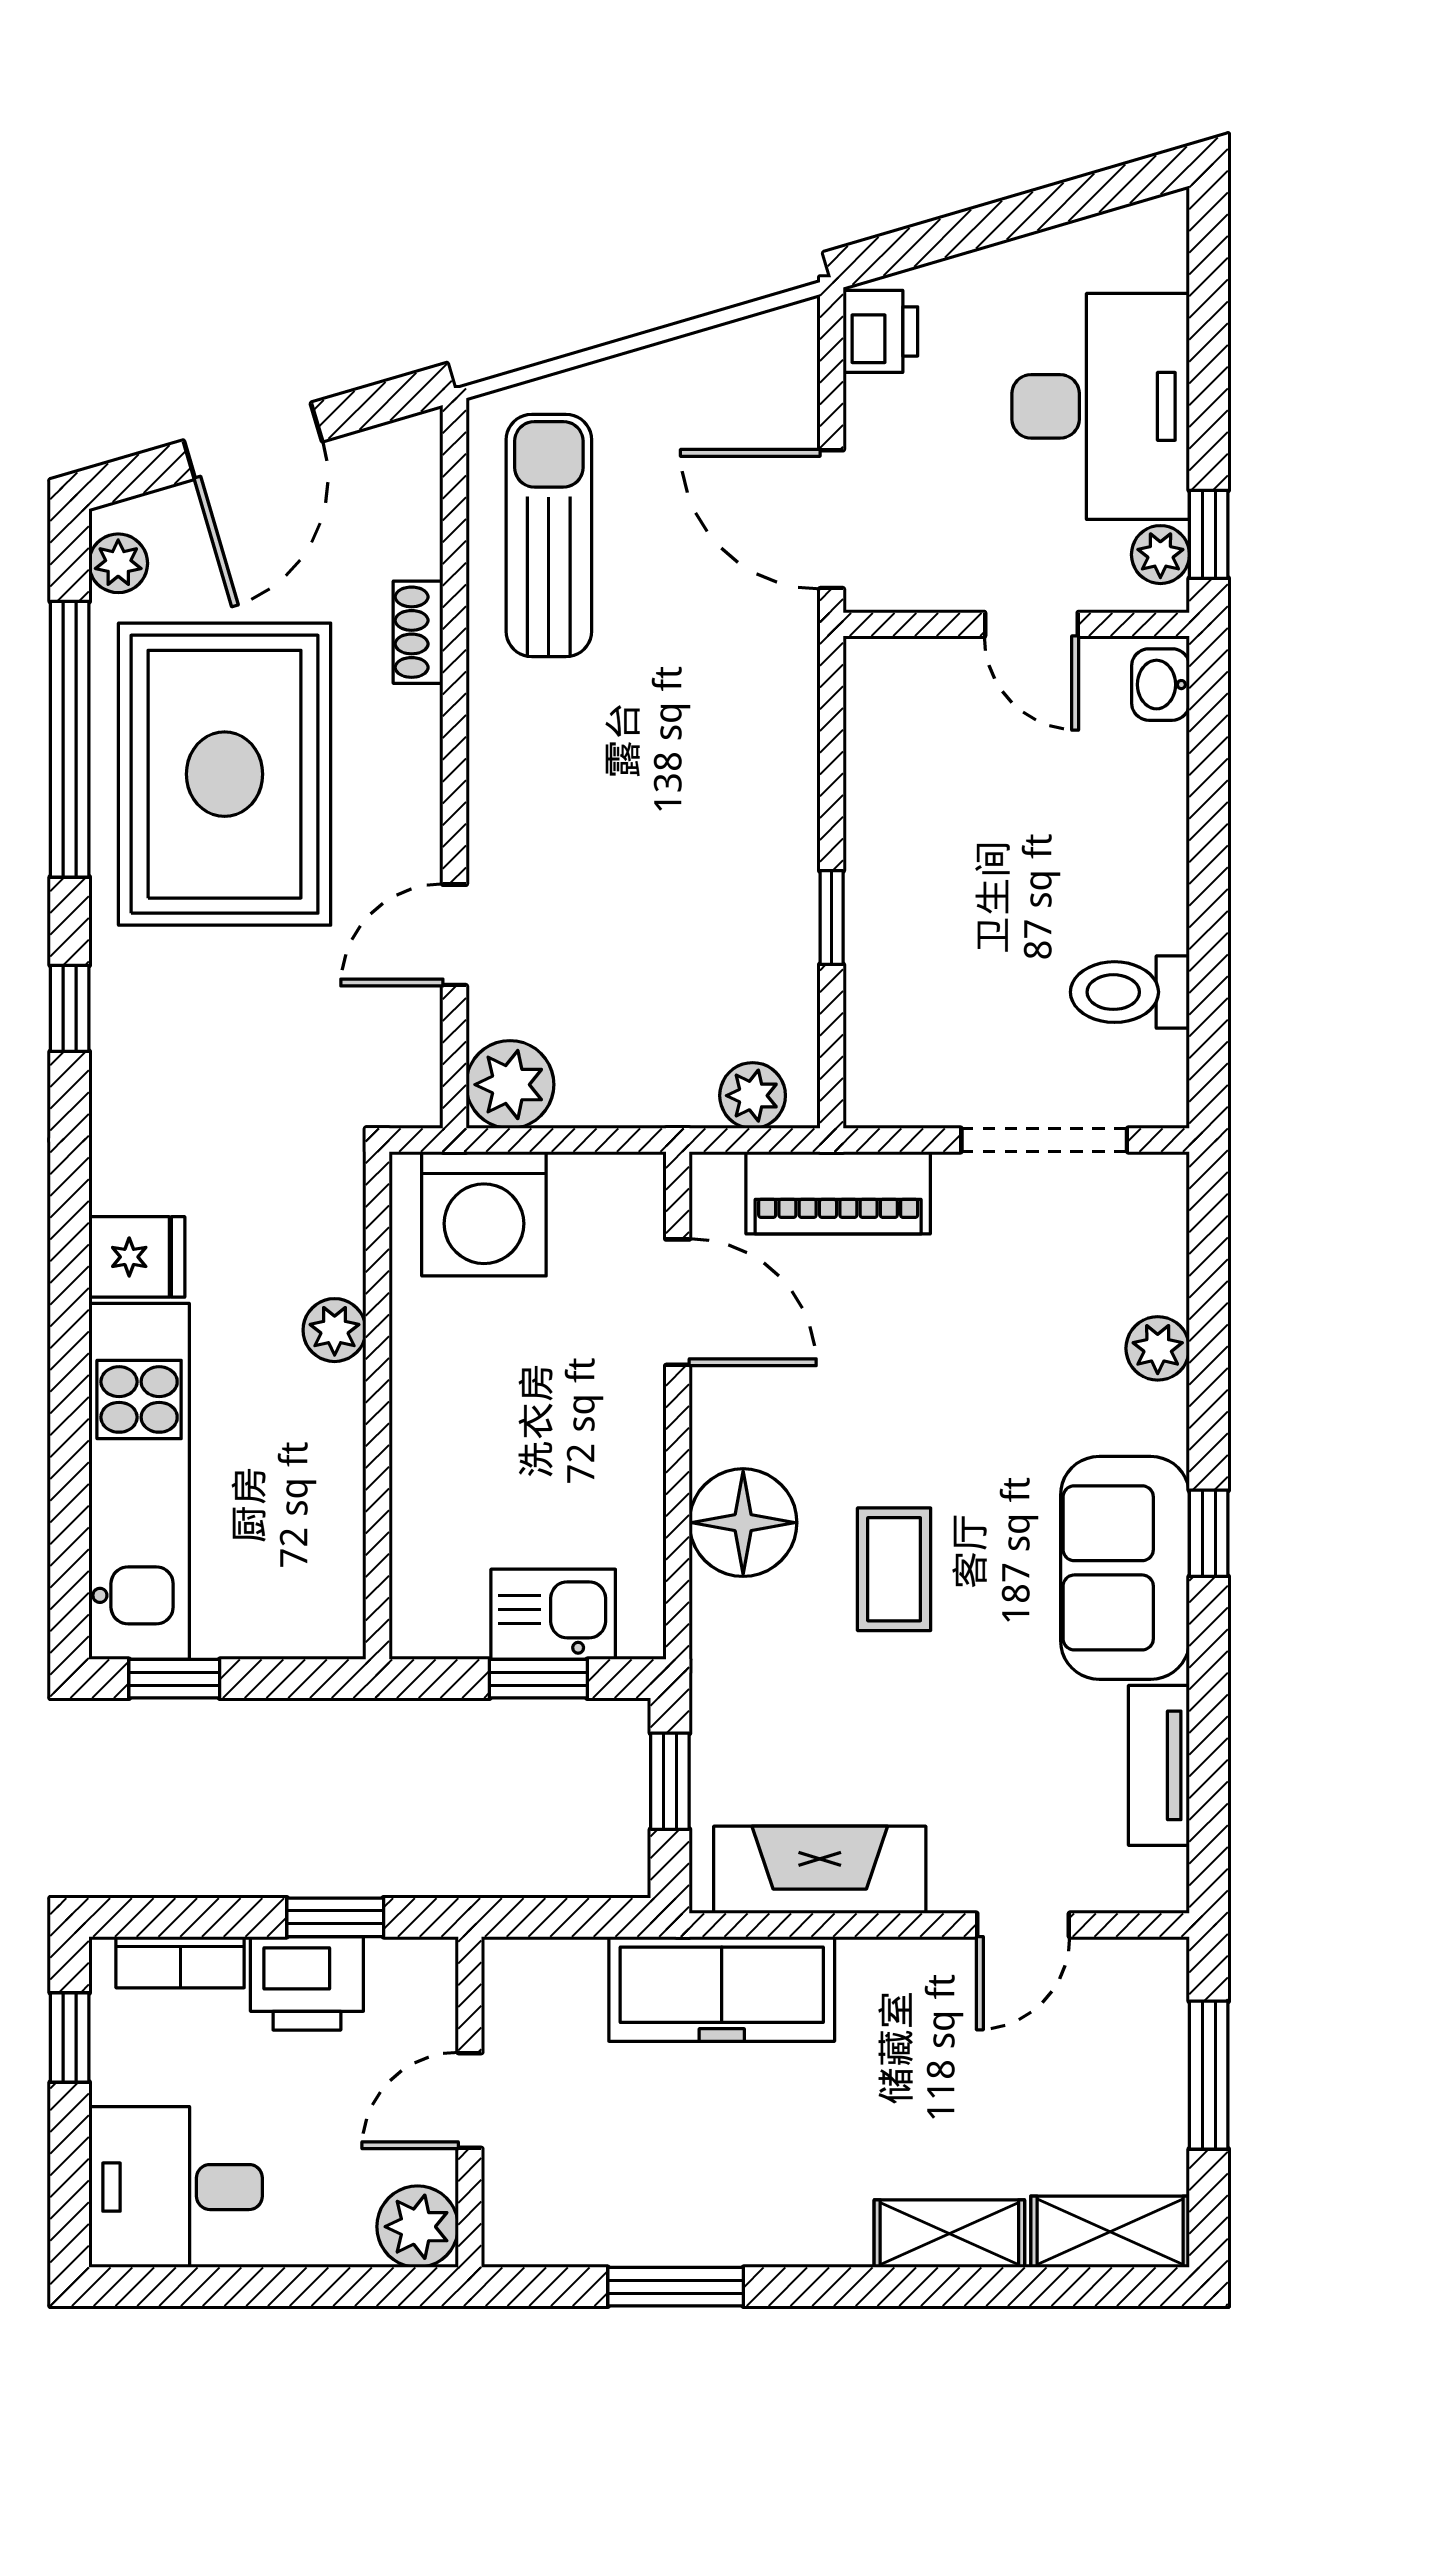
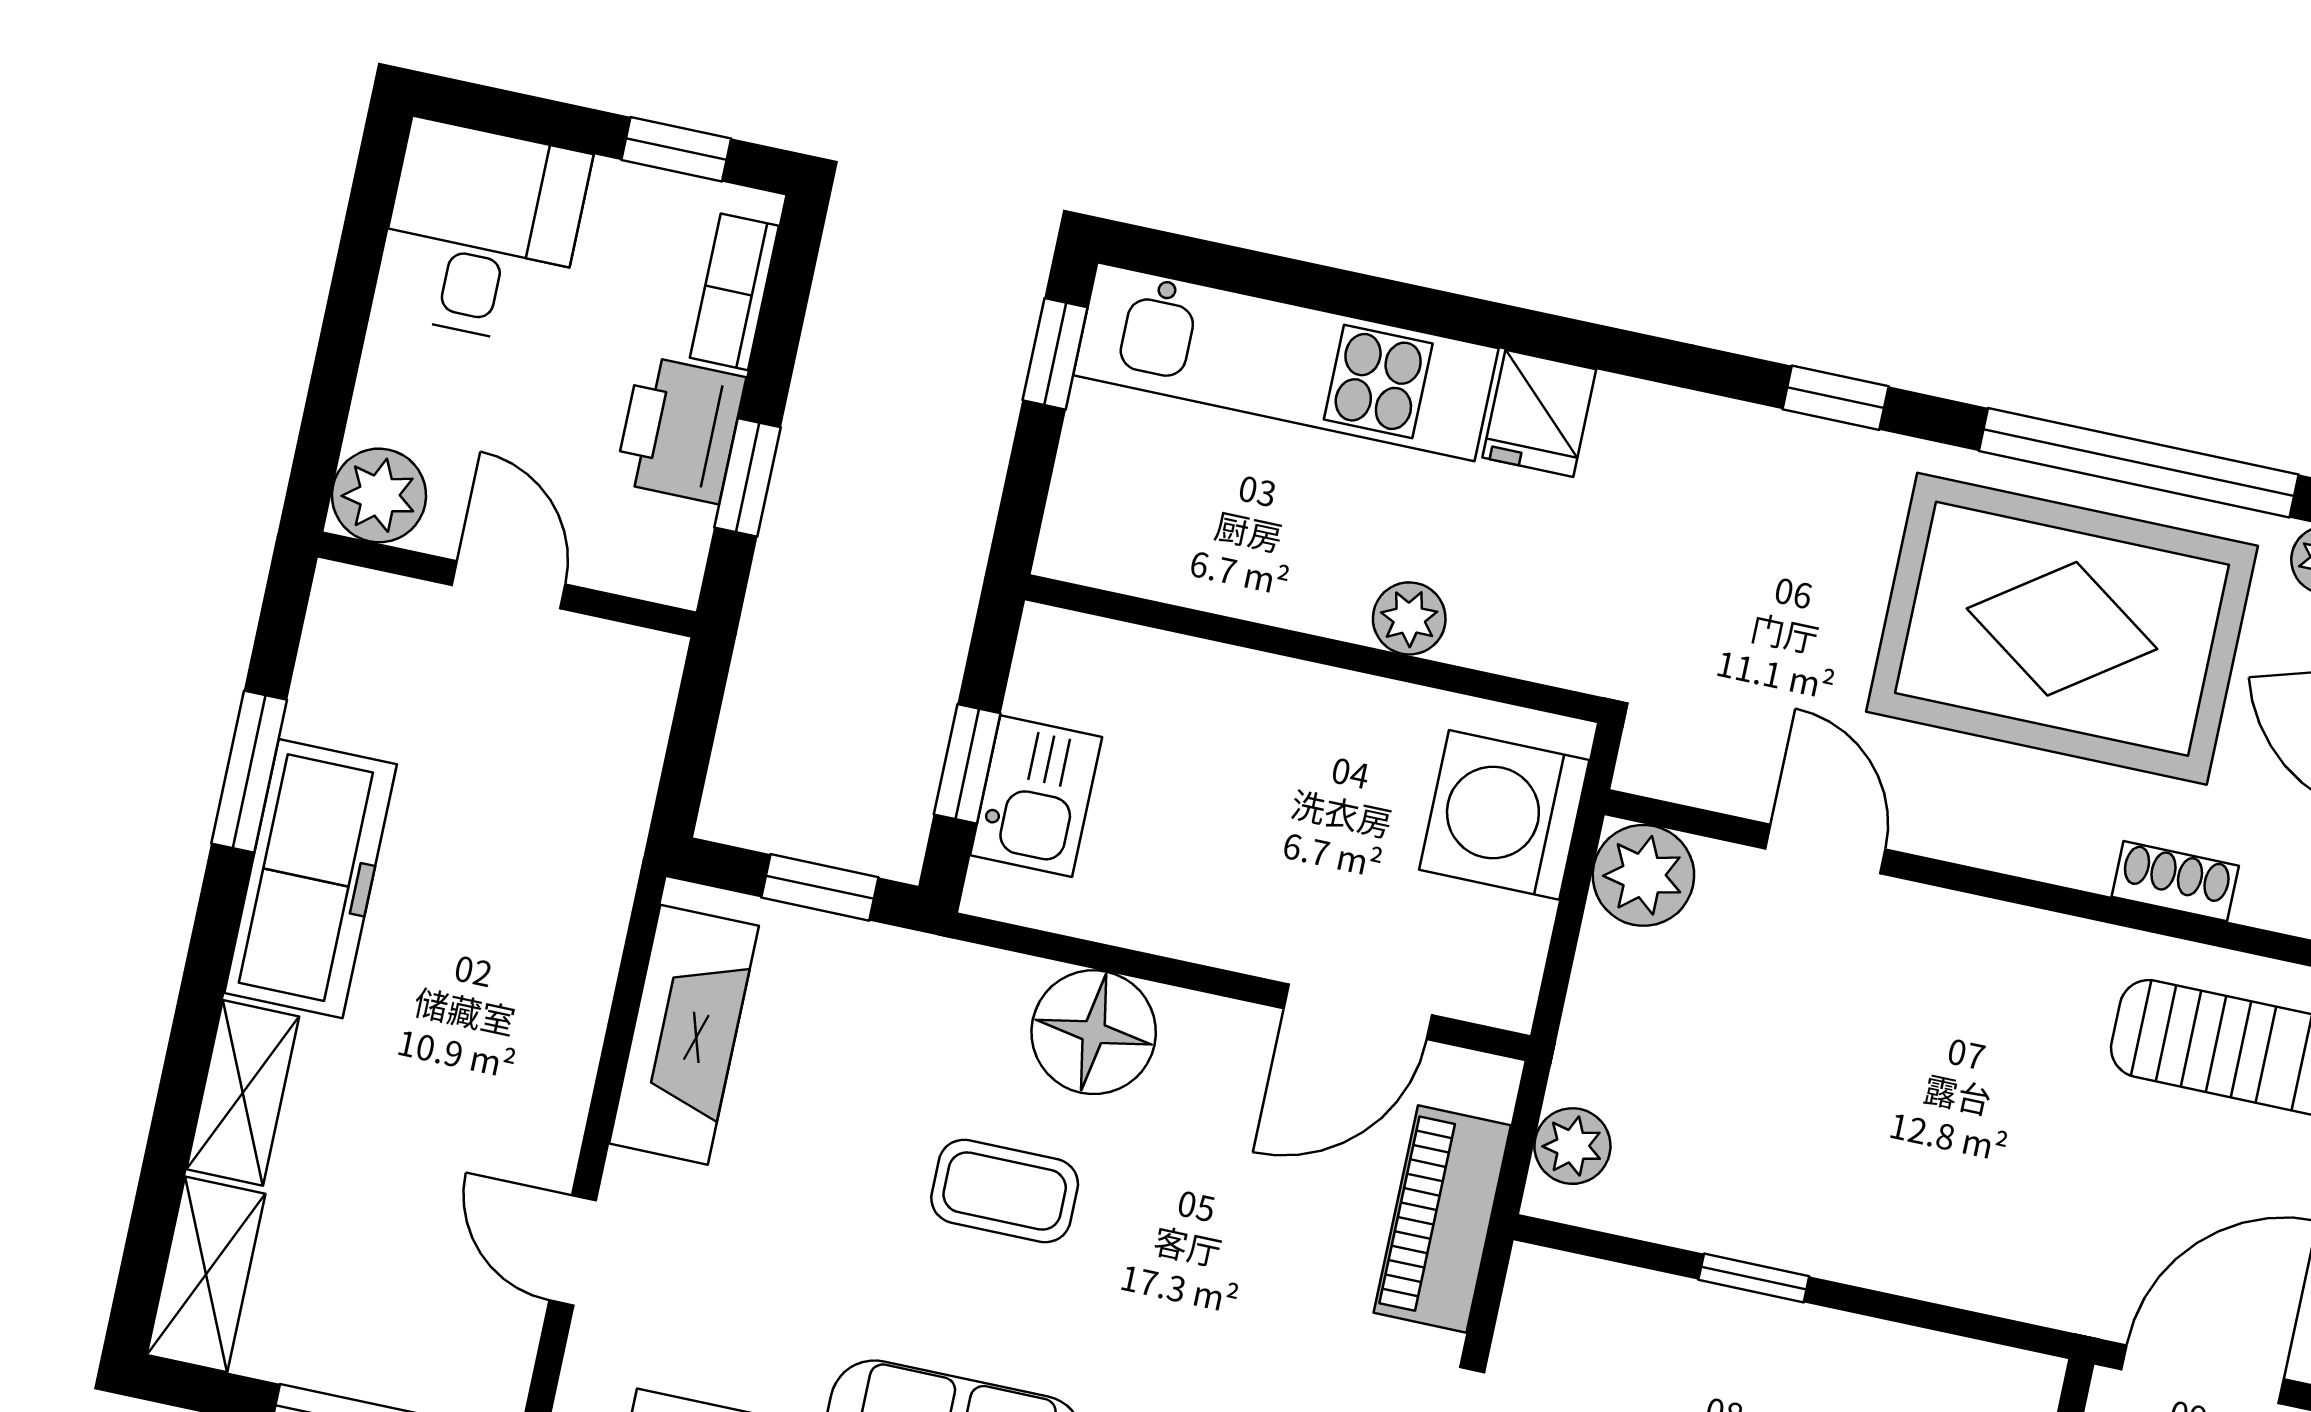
freezer: (722, 1989) -> (311, 879), moved, turned 180

